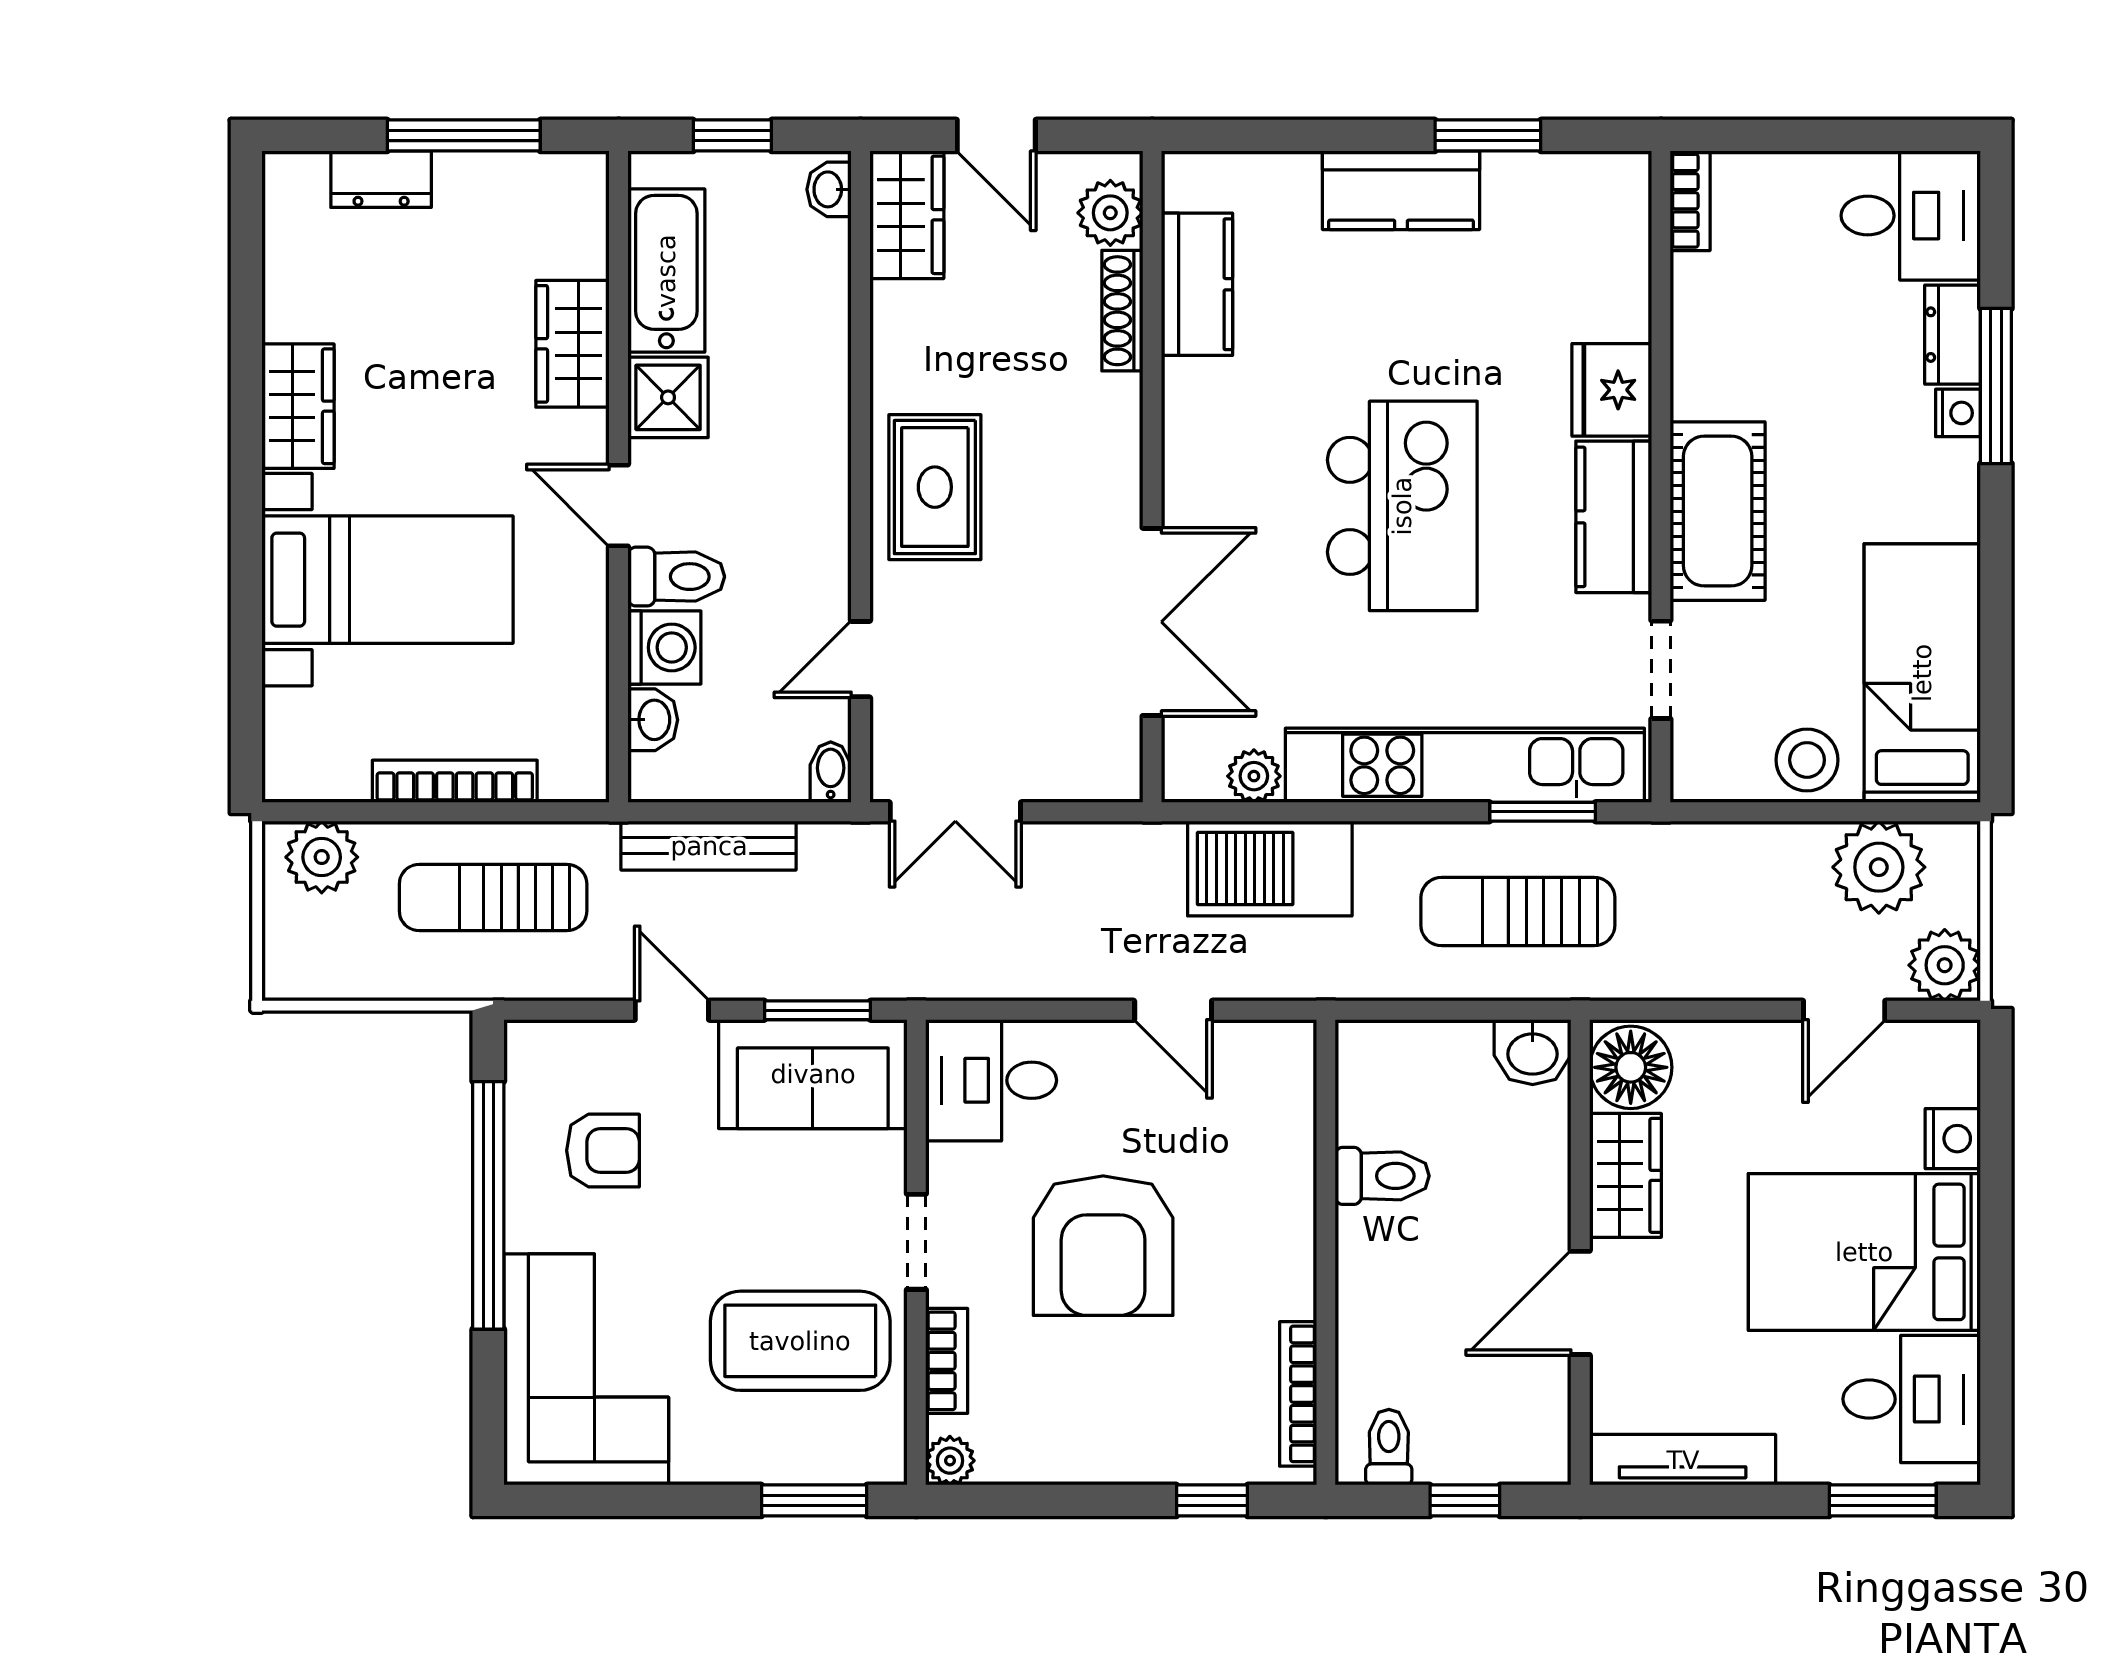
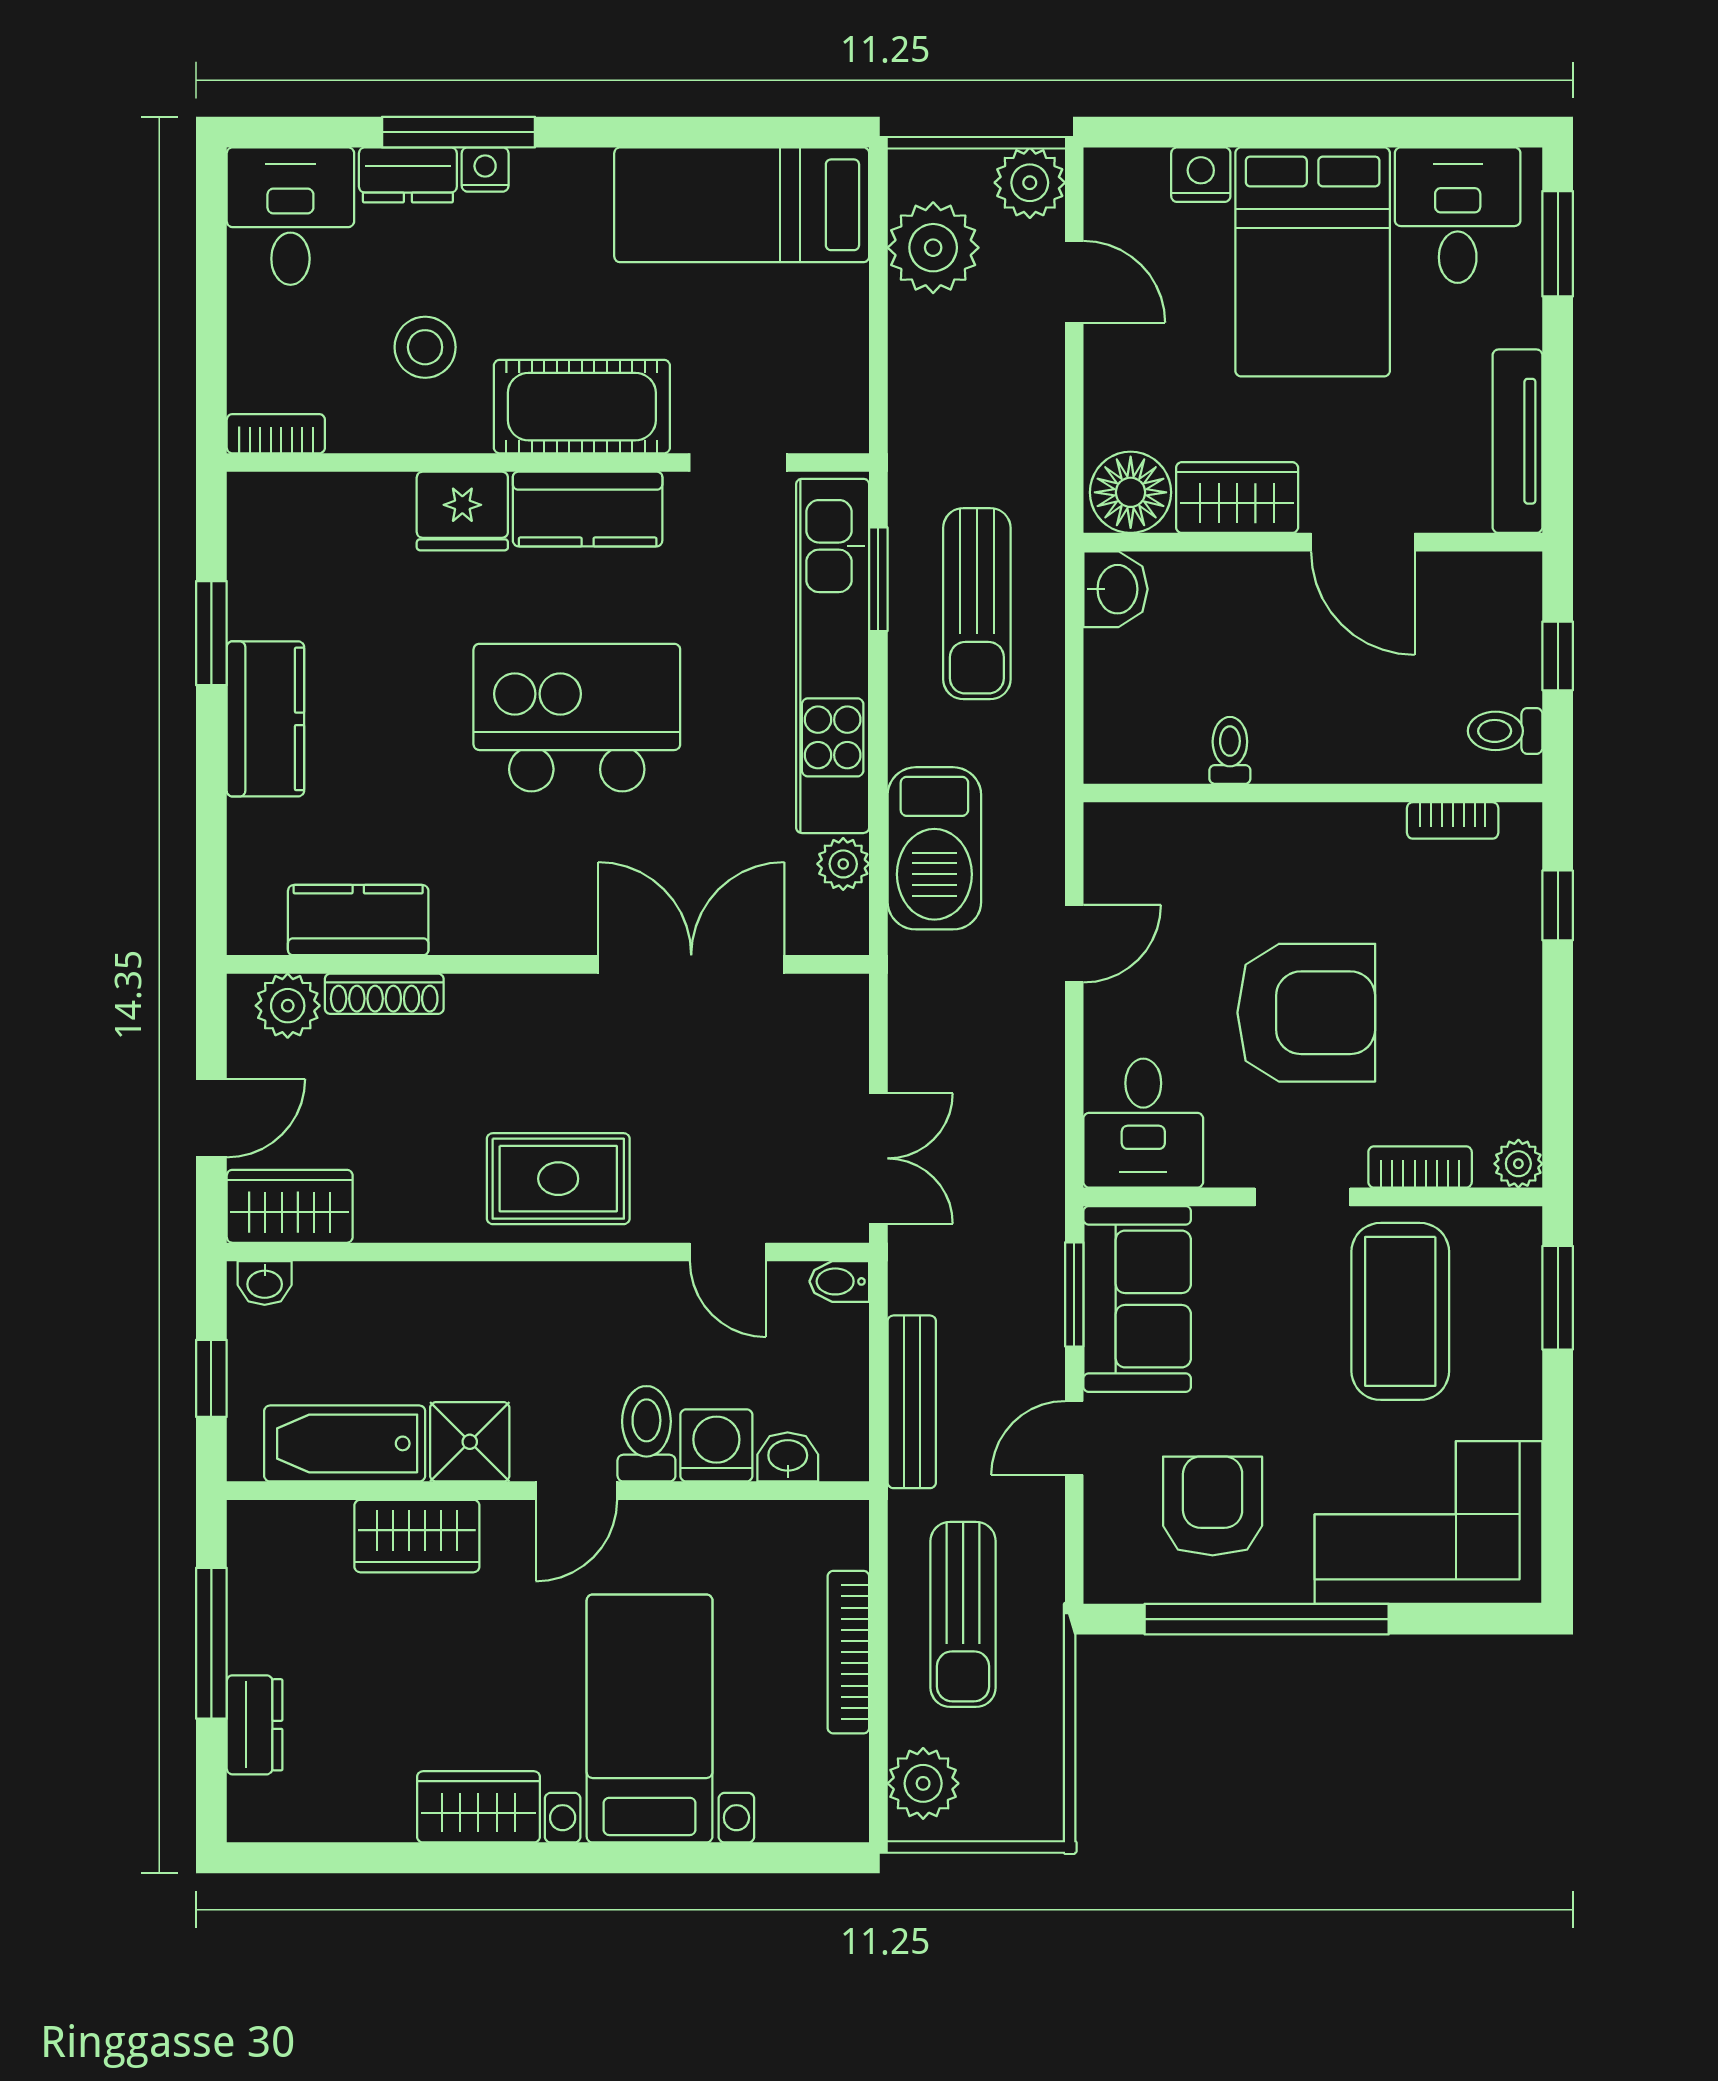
stool: (1807, 760) -> (425, 347), moved
armchair: (603, 1151) -> (1213, 1506), width x1.38, depth x1.38
toilet: (1382, 1176) -> (1230, 750), width x0.73, depth x0.72
bookcase: (1298, 1394) -> (1453, 820), width x0.64

